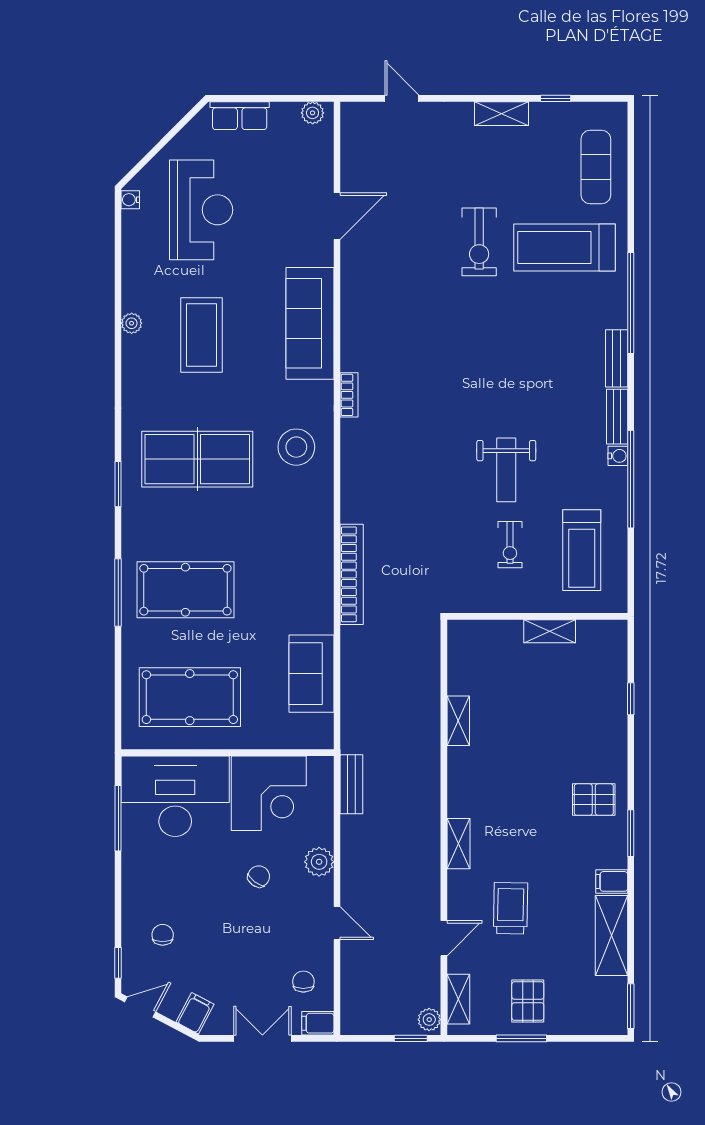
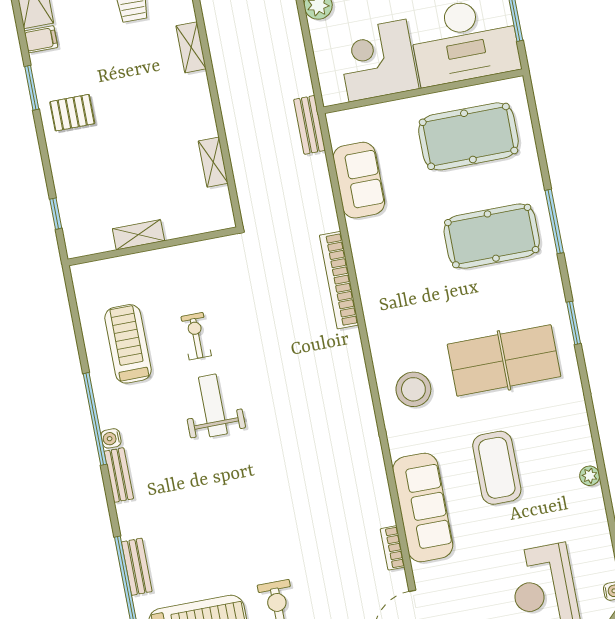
coffee table: (201, 335) -> (497, 468), moved
bench: (617, 358) -> (137, 567), moved
bookcase: (349, 395) -> (393, 548), moved
wall: (537, 616) -> (153, 246), moved
shelving: (550, 631) -> (138, 235), moved
bench: (351, 784) -> (310, 125), moved

